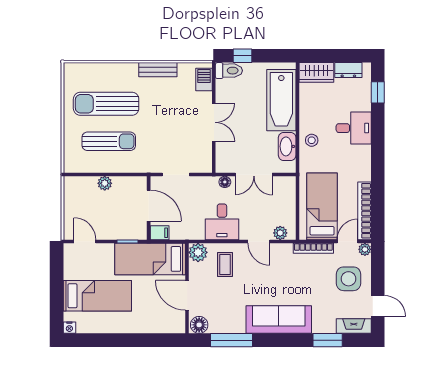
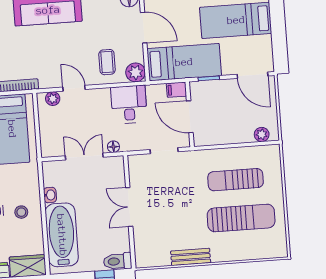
barbecue: (204, 79) -> (142, 250), removed
stool: (312, 140) -> (21, 212), moved
washbasin: (287, 146) -> (50, 195), width x0.52, depth x0.69
plant: (105, 183) -> (262, 134), moved
desk: (222, 222) -> (129, 105), moved
door: (85, 241) -> (253, 75), width x1.38

